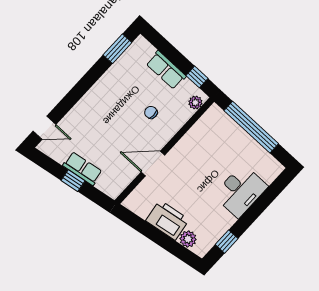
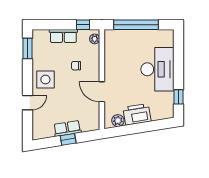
side table: (106, 98) -> (45, 79), added
door: (45, 128) -> (28, 103), moved
door: (153, 164) -> (102, 92), hinge flipped
desk: (241, 191) -> (157, 69), width x1.36, depth x1.30
plant: (188, 239) -> (118, 121), moved

